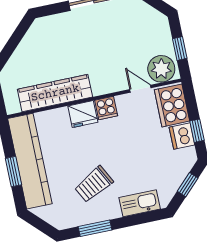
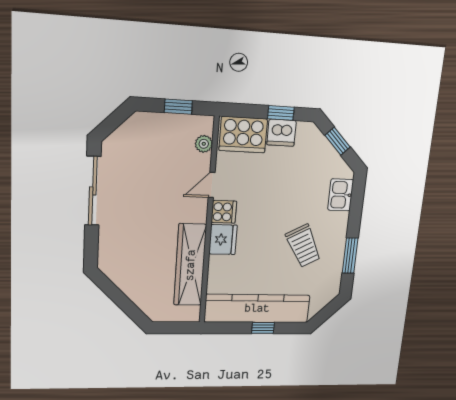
plant: (161, 69) -> (204, 144), width x0.53, depth x0.53
door: (140, 89) -> (212, 185), moved
window: (13, 172) -> (263, 328), width x0.67
kitchen sink: (140, 203) -> (341, 195), width x0.73

